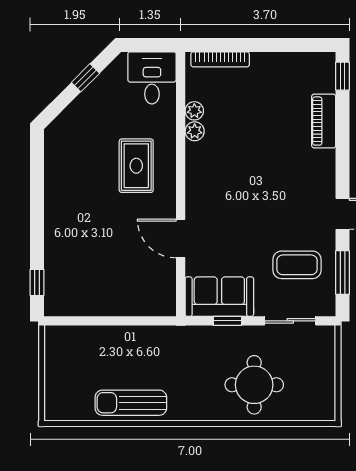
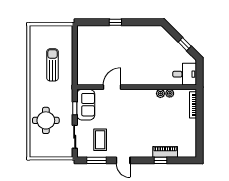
window: (343, 76) -> (161, 160), moved
rug: (136, 166) -> (145, 67), removed
window: (37, 283) -> (115, 22), moved
sun lounger: (131, 403) -> (52, 65), moved

